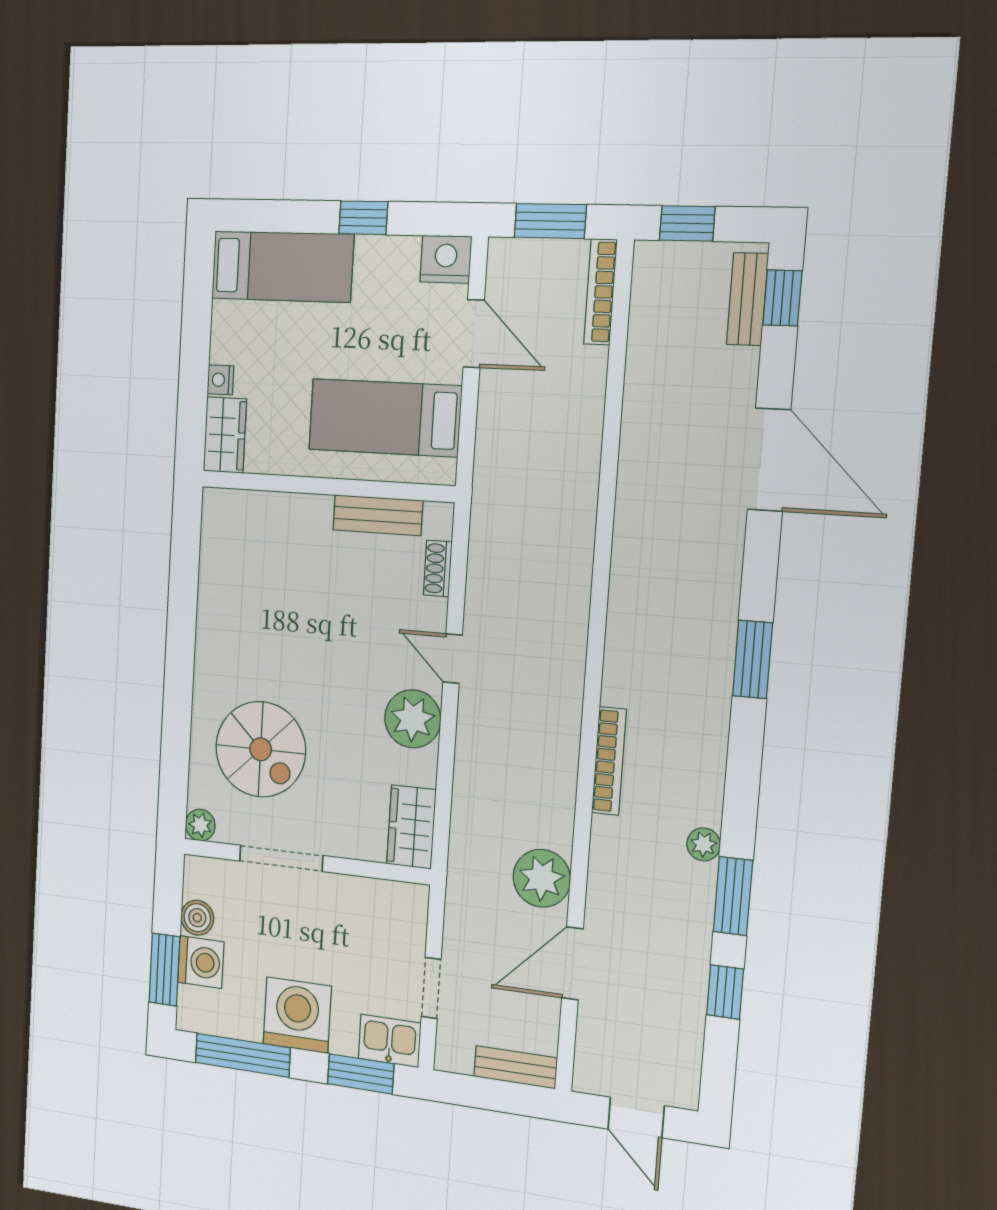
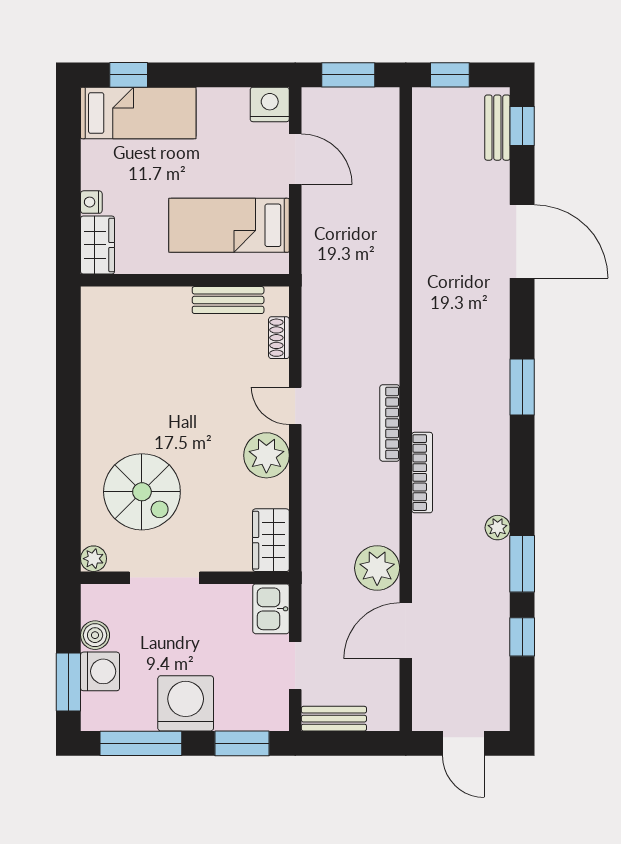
window: (363, 218) -> (129, 75), moved
bookcase: (600, 292) -> (390, 423), moved
kitchen sink: (390, 1041) -> (271, 609), moved, turned -90
bench: (515, 1067) -> (334, 719), moved

